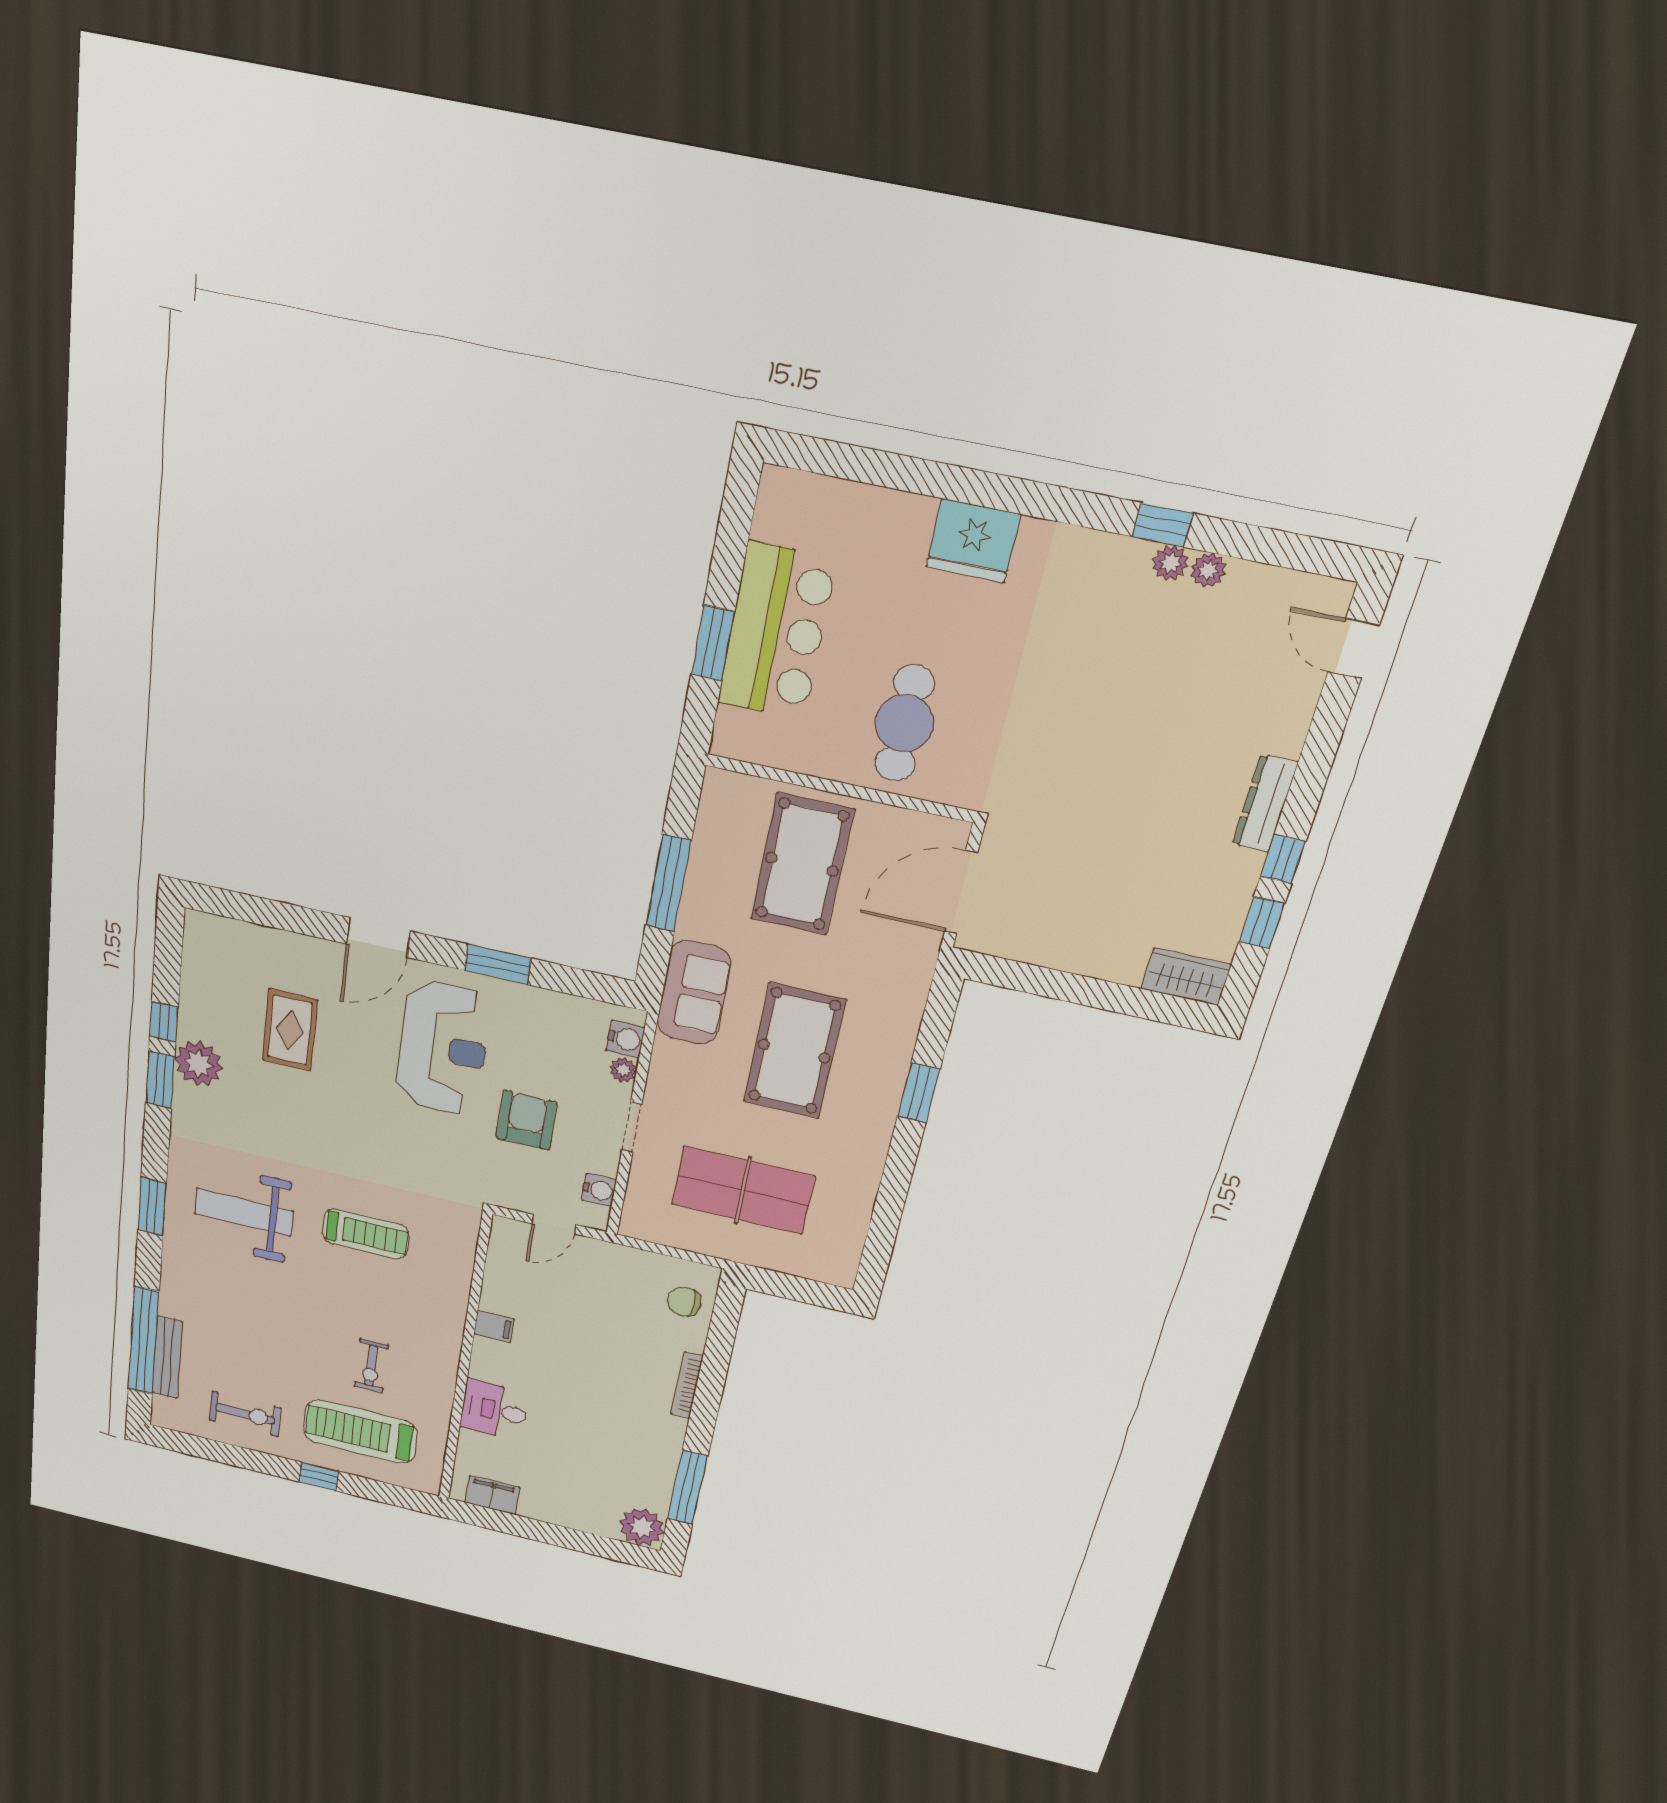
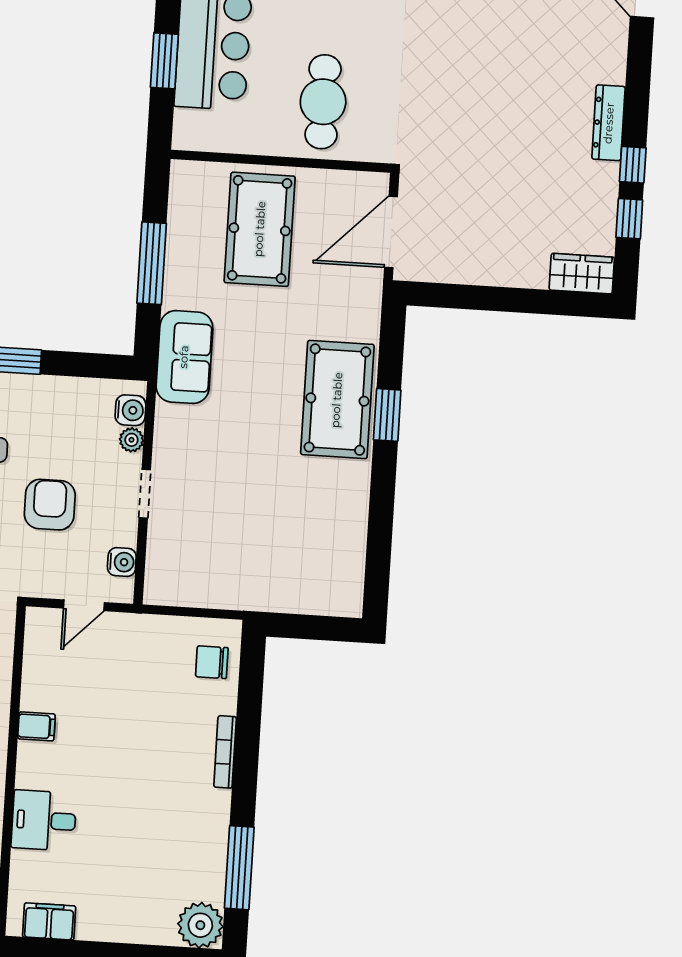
pool table: (794, 1051) -> (337, 400), moved
table tennis table: (743, 1190) -> (250, 537), removed

